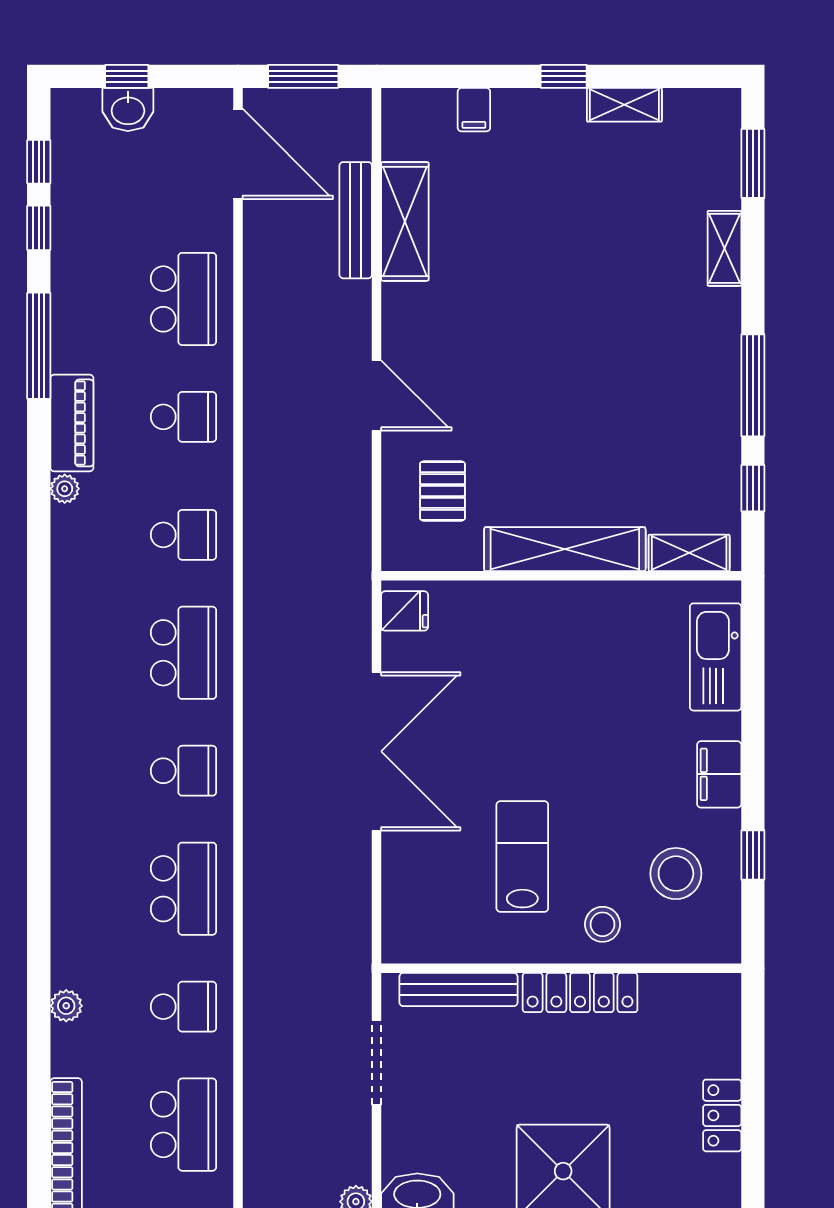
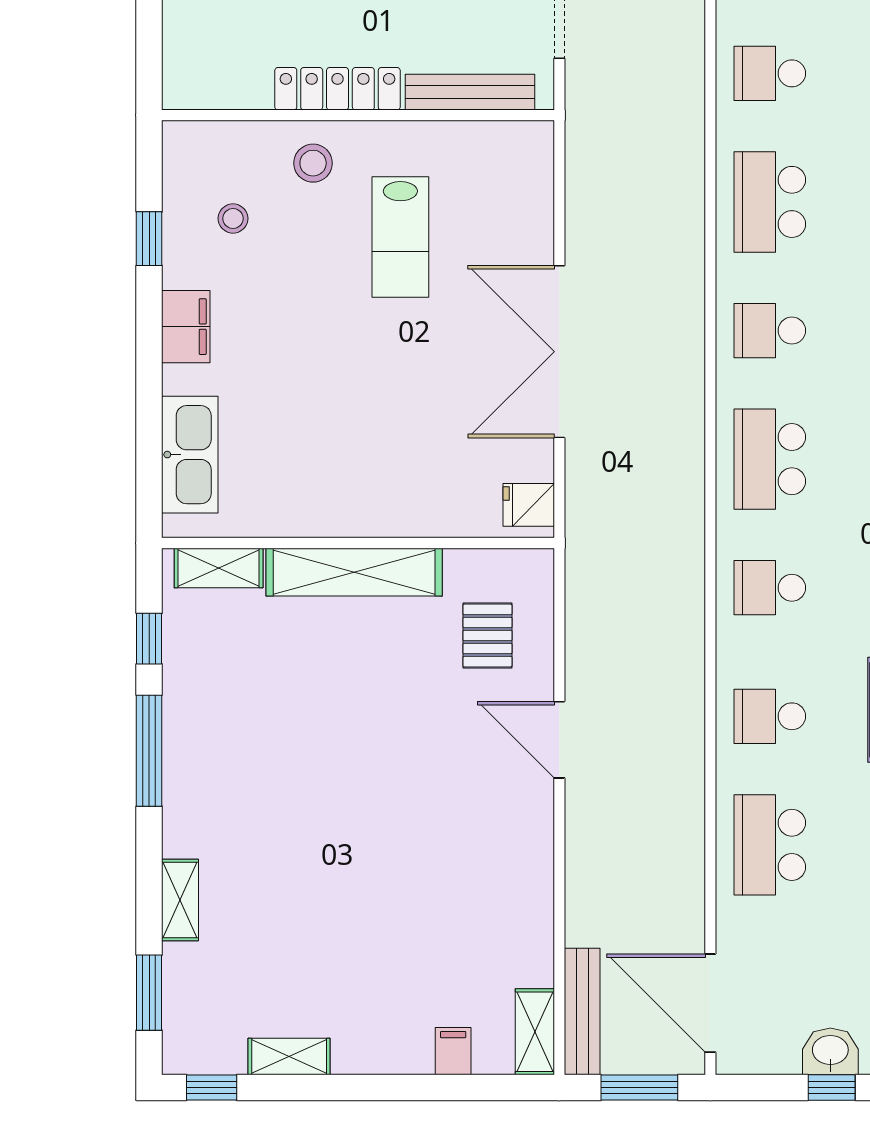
window: (564, 76) -> (212, 1088), moved
bench: (356, 220) -> (582, 1012), moved
shelving: (405, 221) -> (535, 1032), moved, width x0.67, depth x0.75
stool: (676, 874) -> (233, 218), width x0.53, depth x0.53

